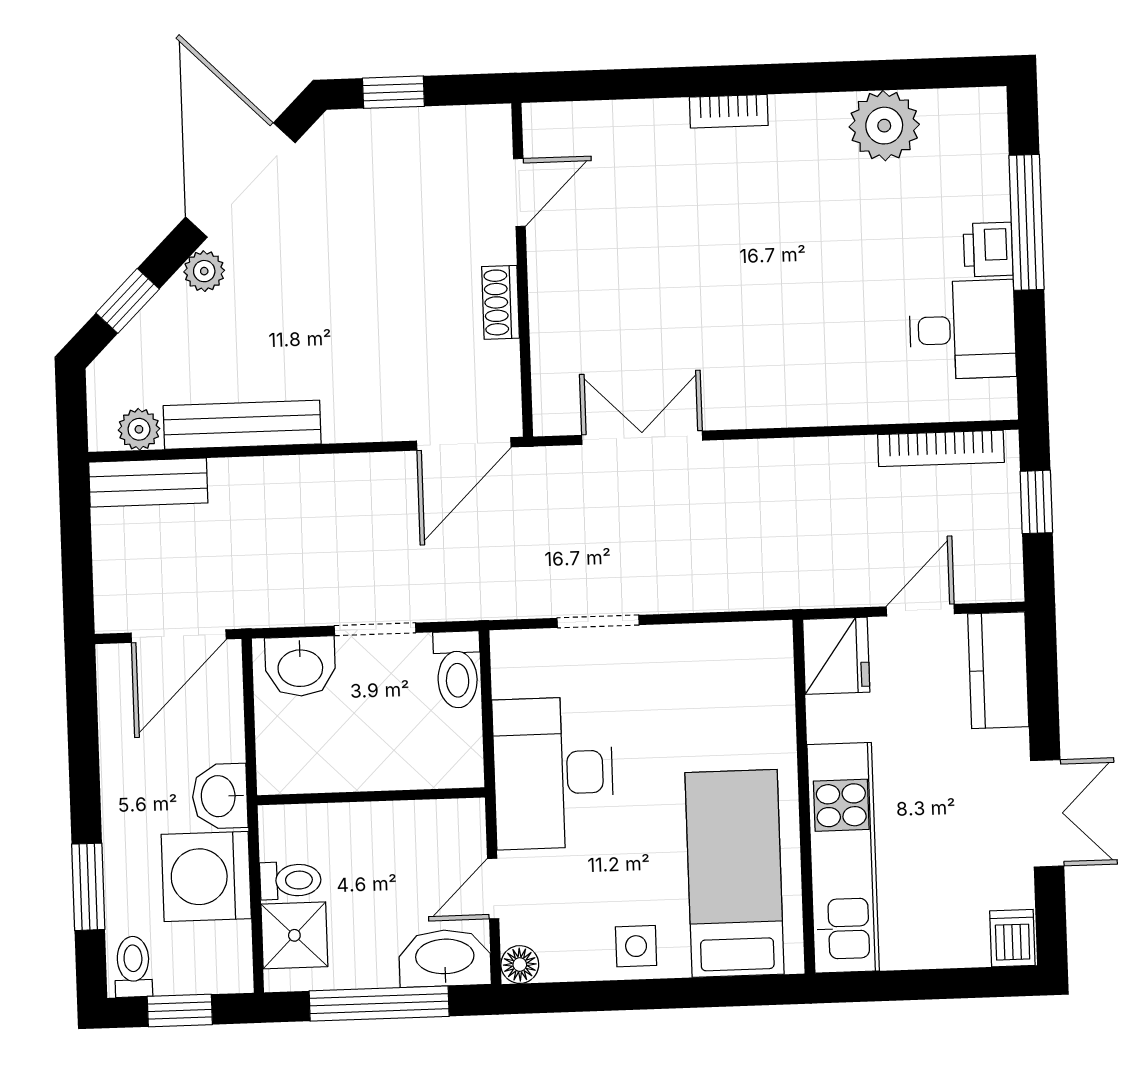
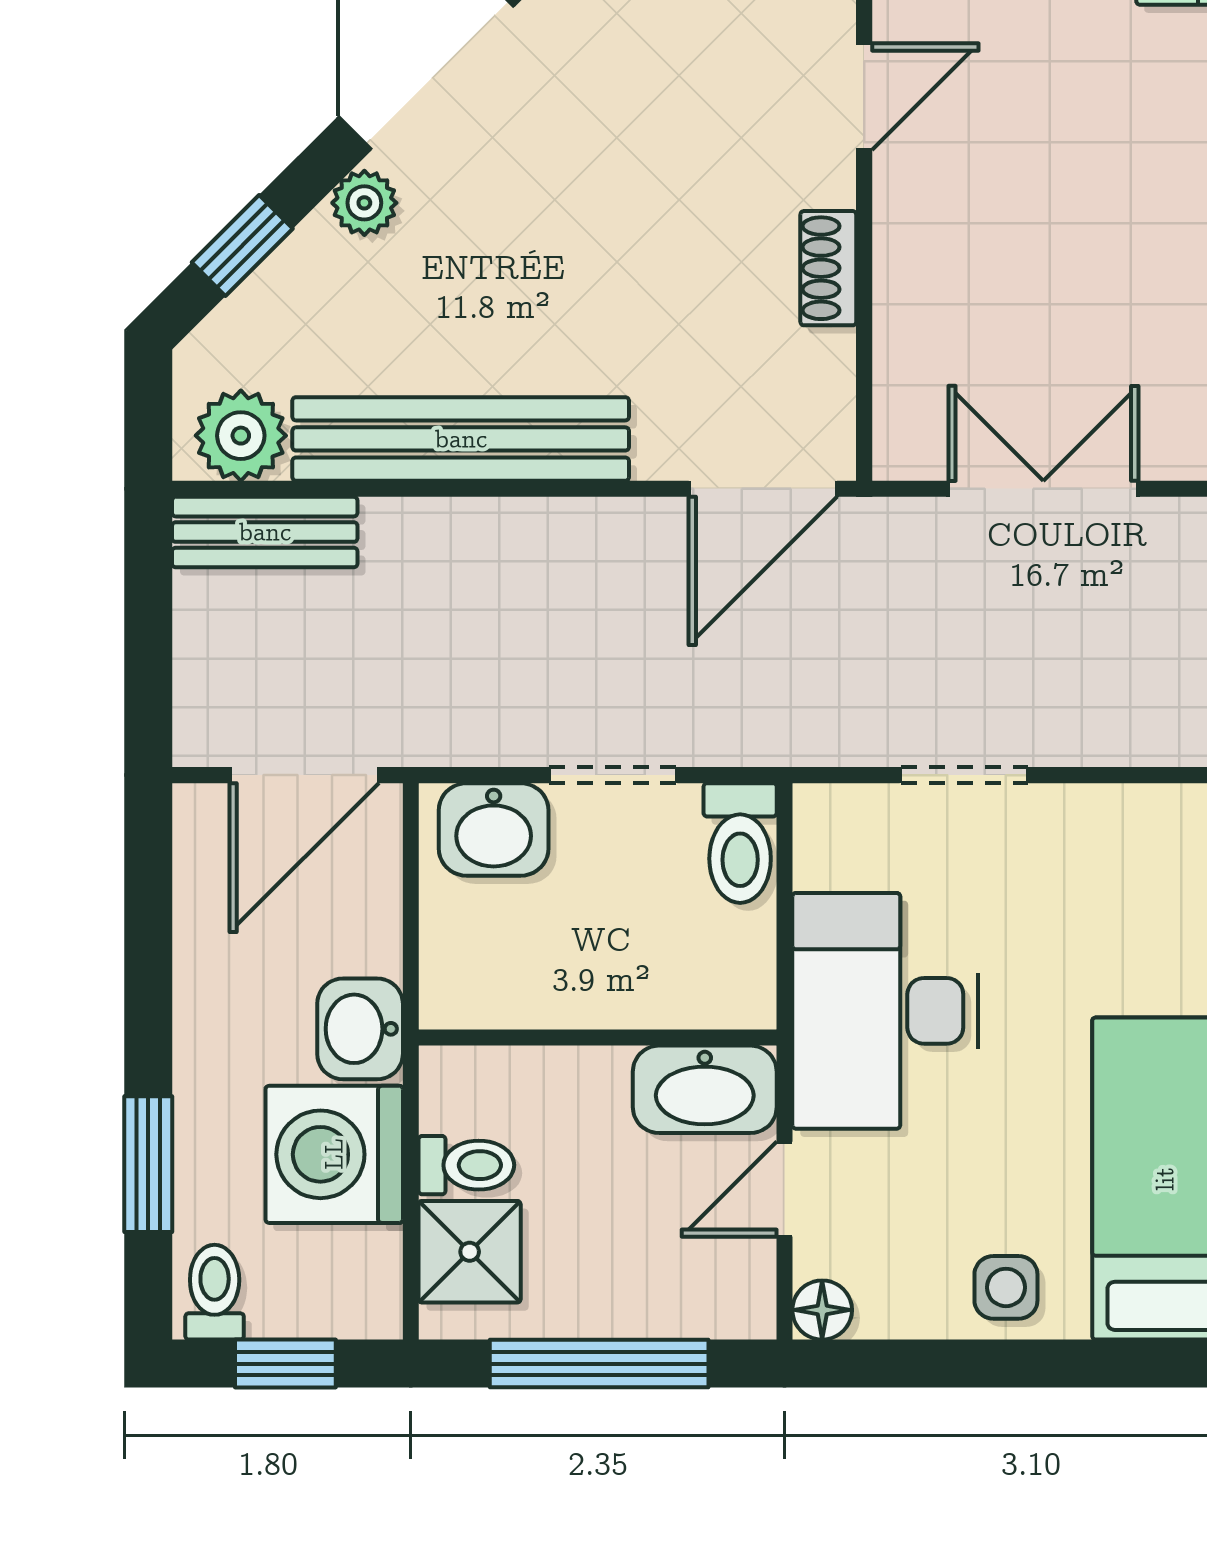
bench: (242, 425) -> (461, 439), width x1.37, depth x1.21
plant: (139, 429) -> (241, 436), width x1.38, depth x1.38
washbasin: (445, 958) -> (705, 1089), moved, turned 180

